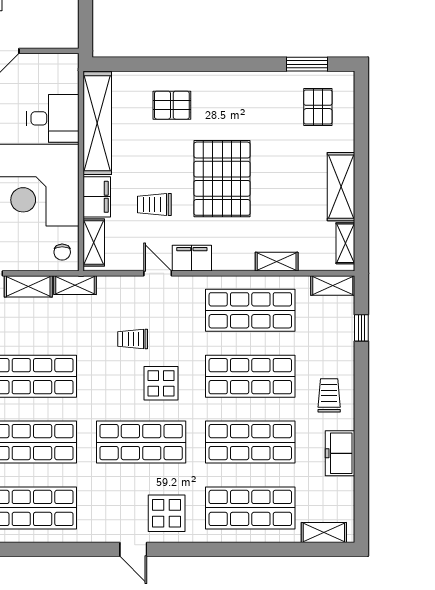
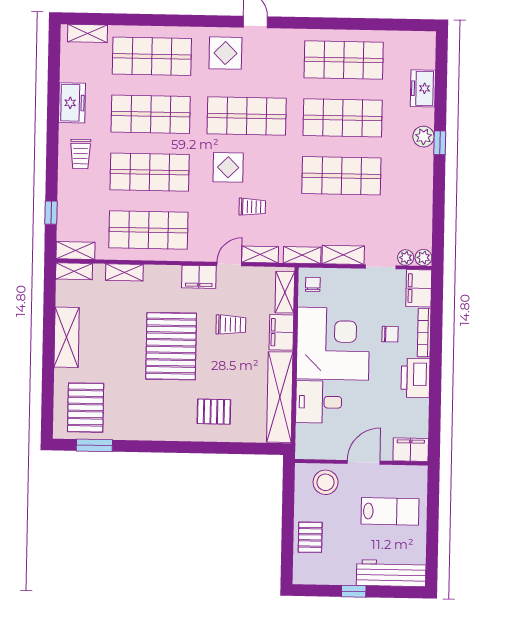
stool: (43, 27) -> (326, 482), added
pallet: (318, 107) -> (86, 408), width x1.50, depth x1.42
shelving: (345, 243) -> (74, 271), moved, turned 90
door: (158, 273) -> (229, 264), swing flipped
shelving: (123, 285) -> (260, 254), added

